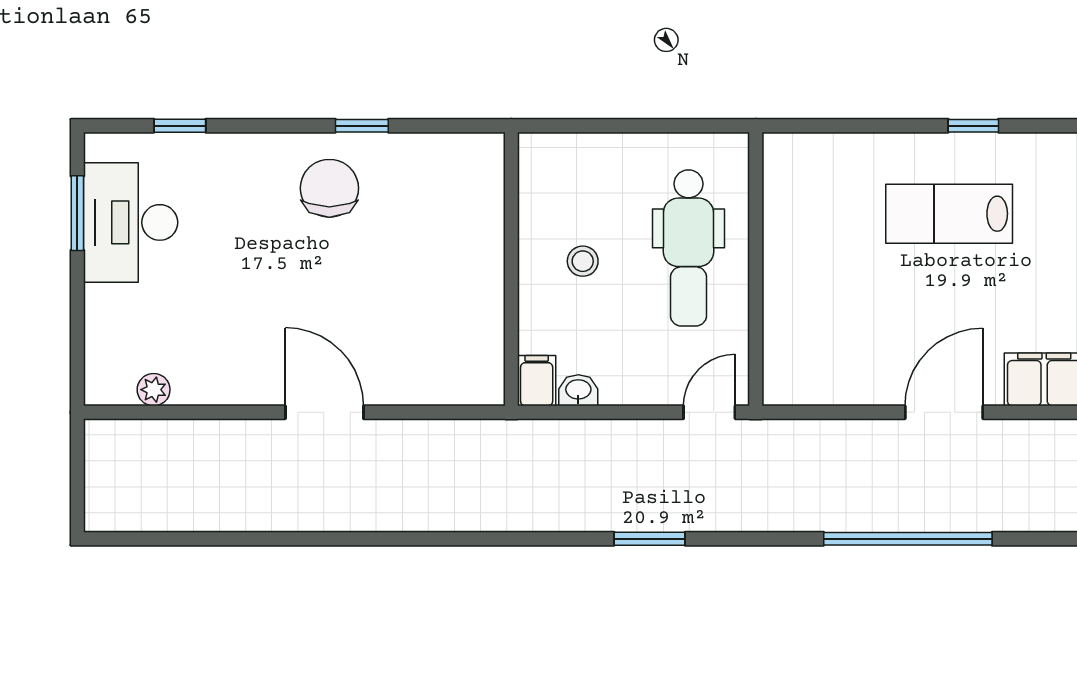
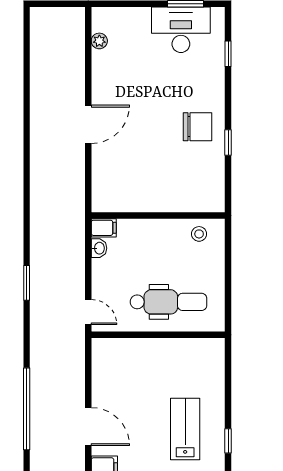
dental chair: (688, 248) -> (168, 302), turned 180
stool: (583, 261) -> (199, 234), moved

